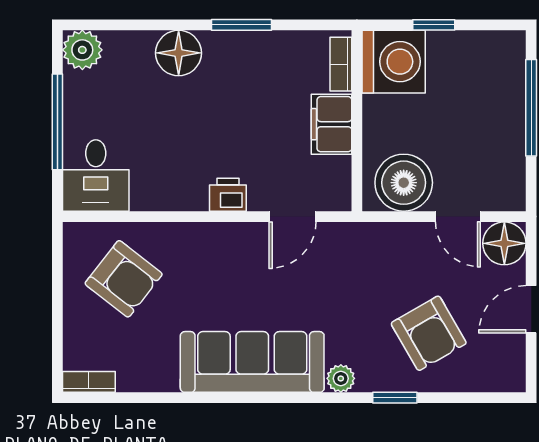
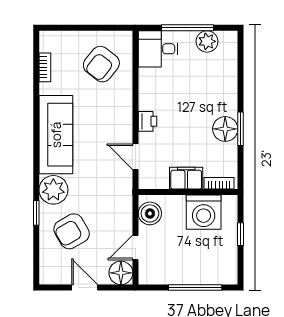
plant: (82, 50) -> (207, 41), moved
floor lamp: (179, 53) -> (225, 129), moved
washing machine: (394, 62) -> (204, 212), moved
boiler: (404, 183) -> (150, 213), width x0.73, depth x0.73
plant: (341, 378) -> (53, 190), width x1.87, depth x1.87
bookcase: (89, 382) -> (45, 67), moved

